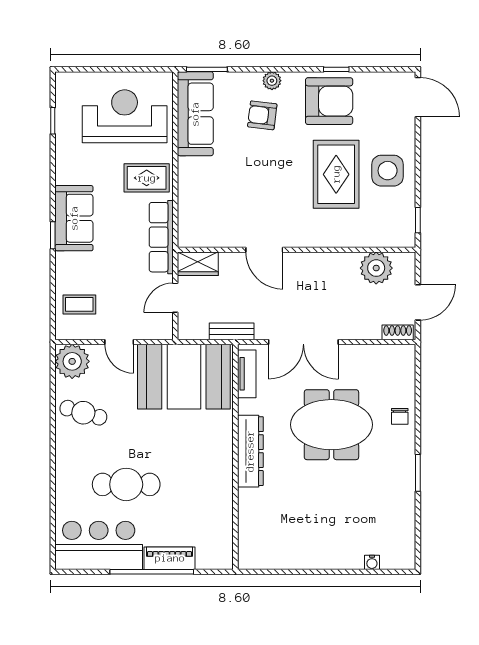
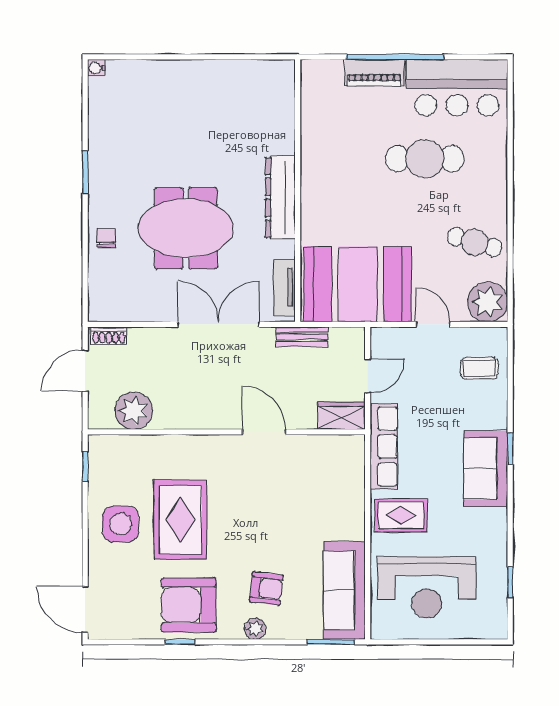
water cooler: (372, 562) -> (96, 68), moved, turned -90

